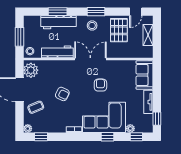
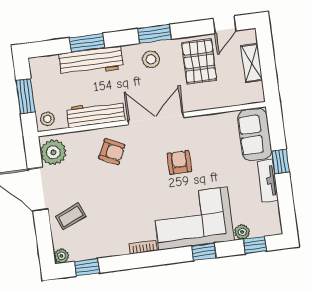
armchair: (62, 94) -> (112, 152), moved
window: (157, 119) -> (280, 161), moved

